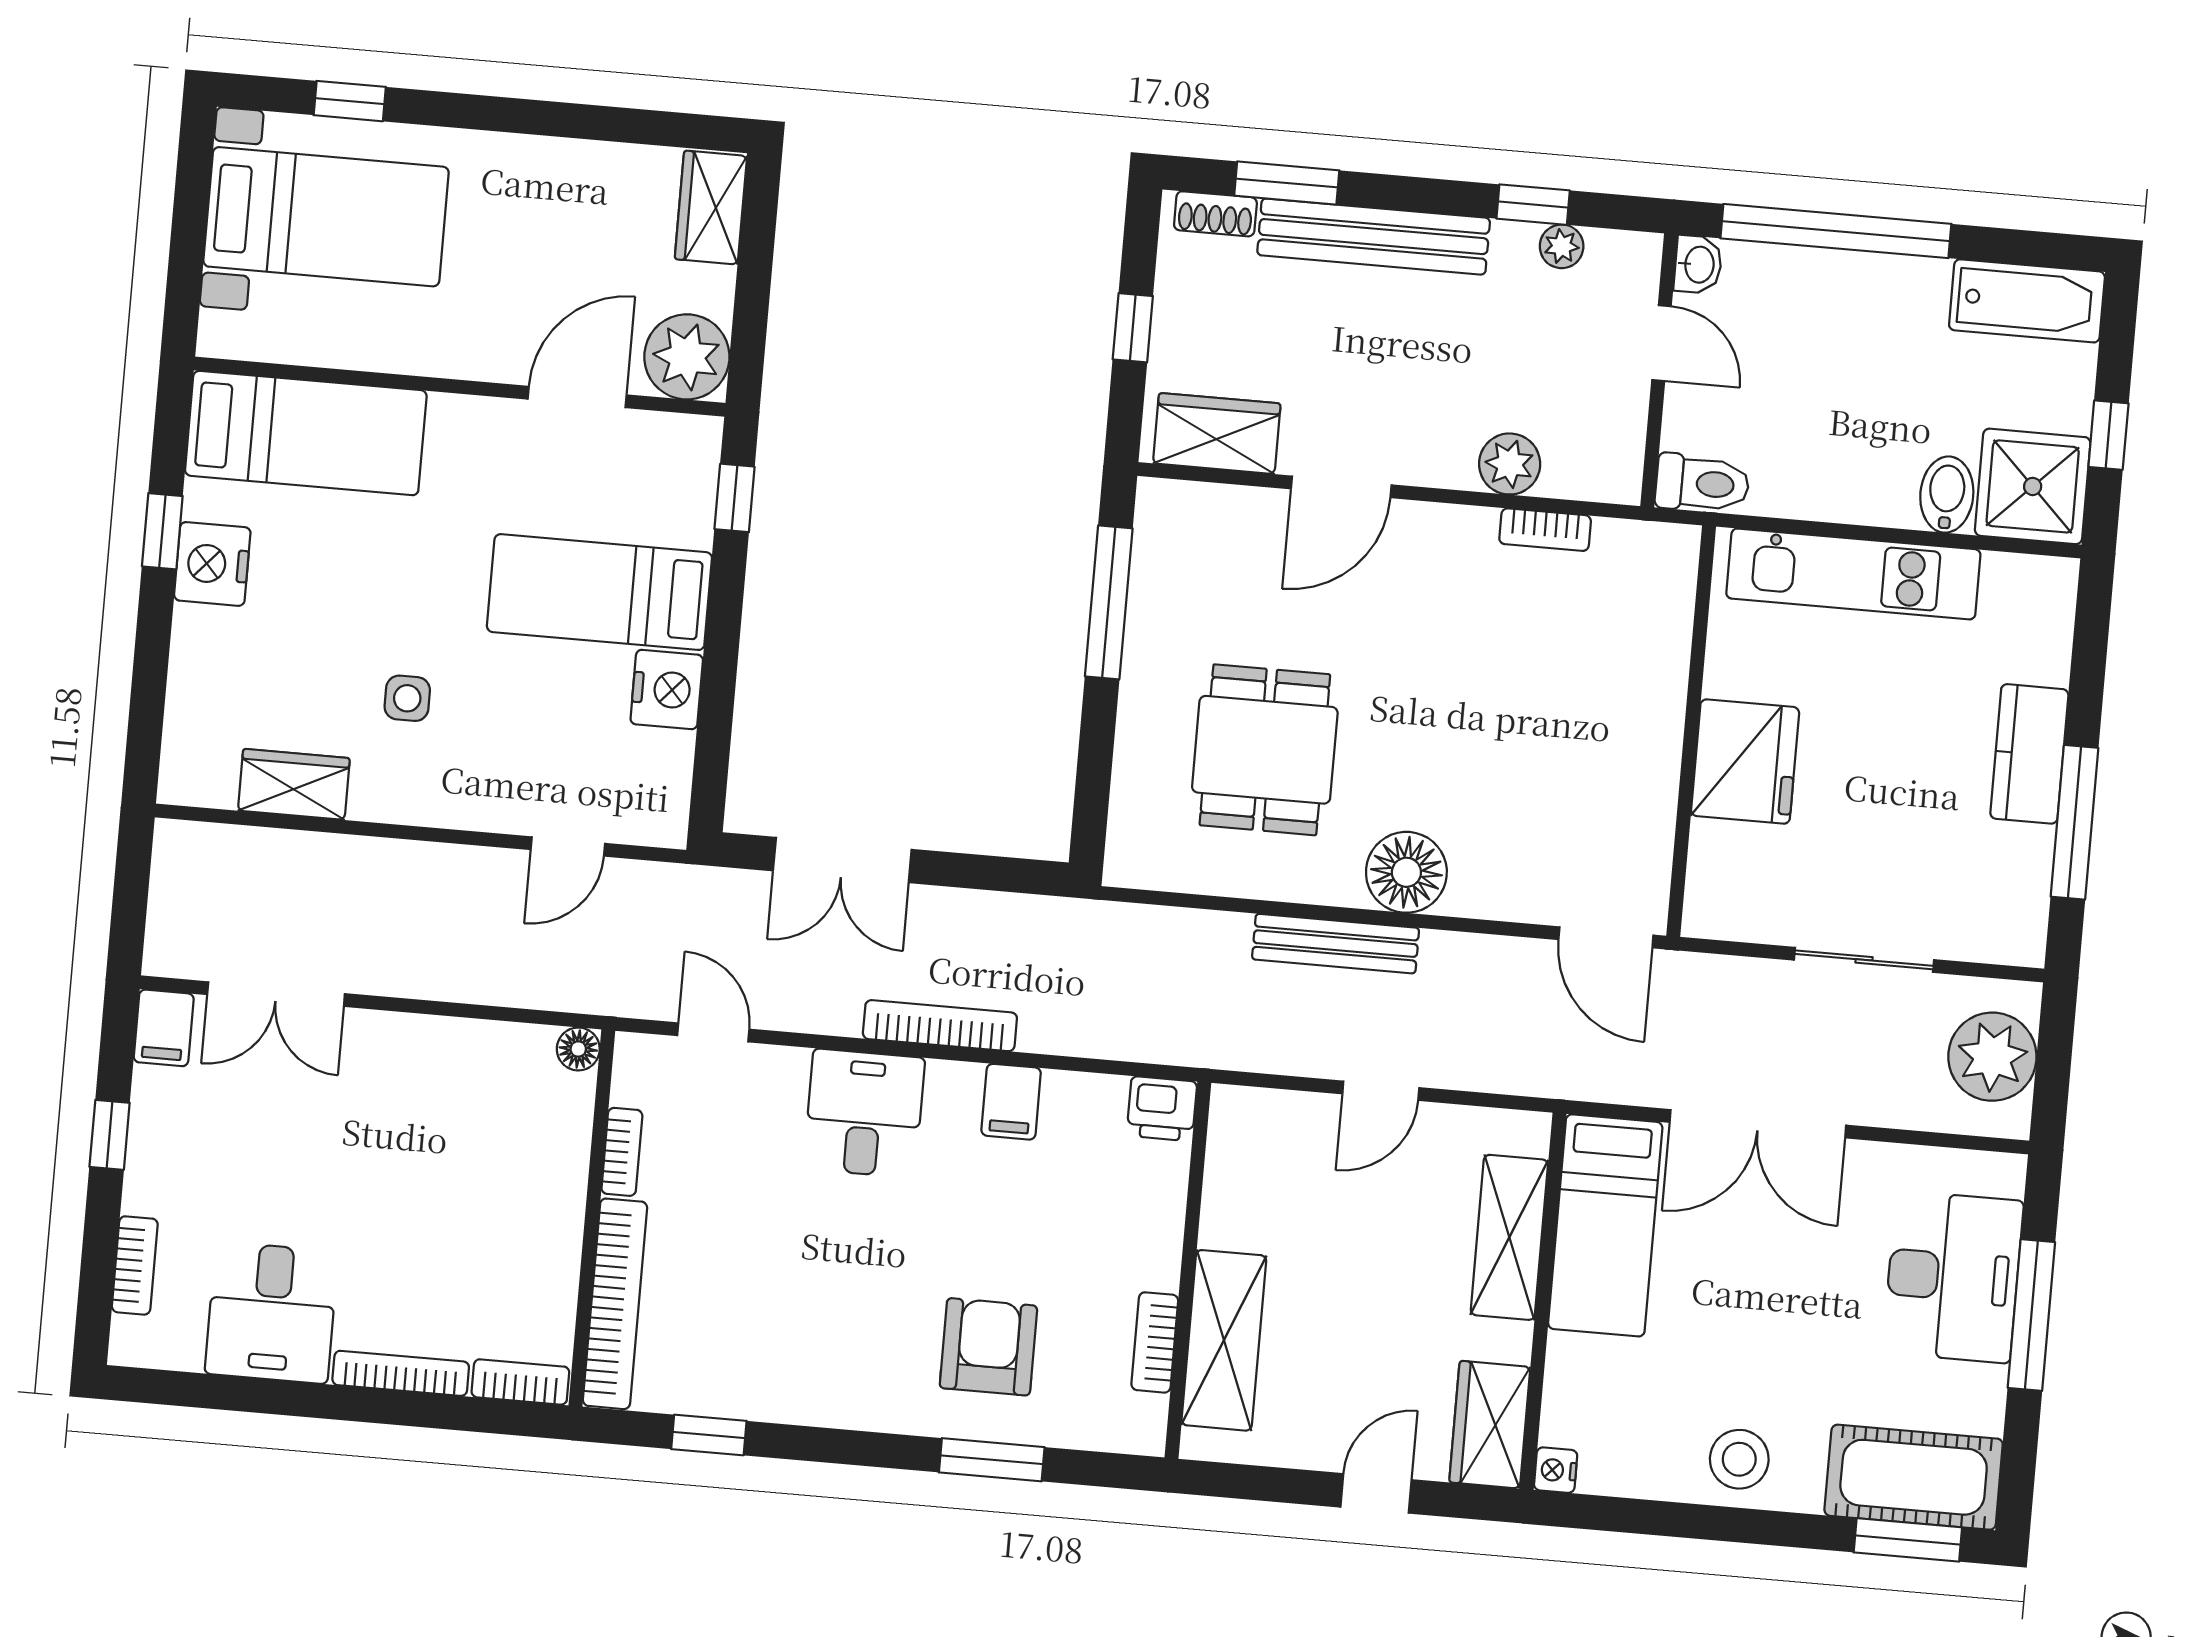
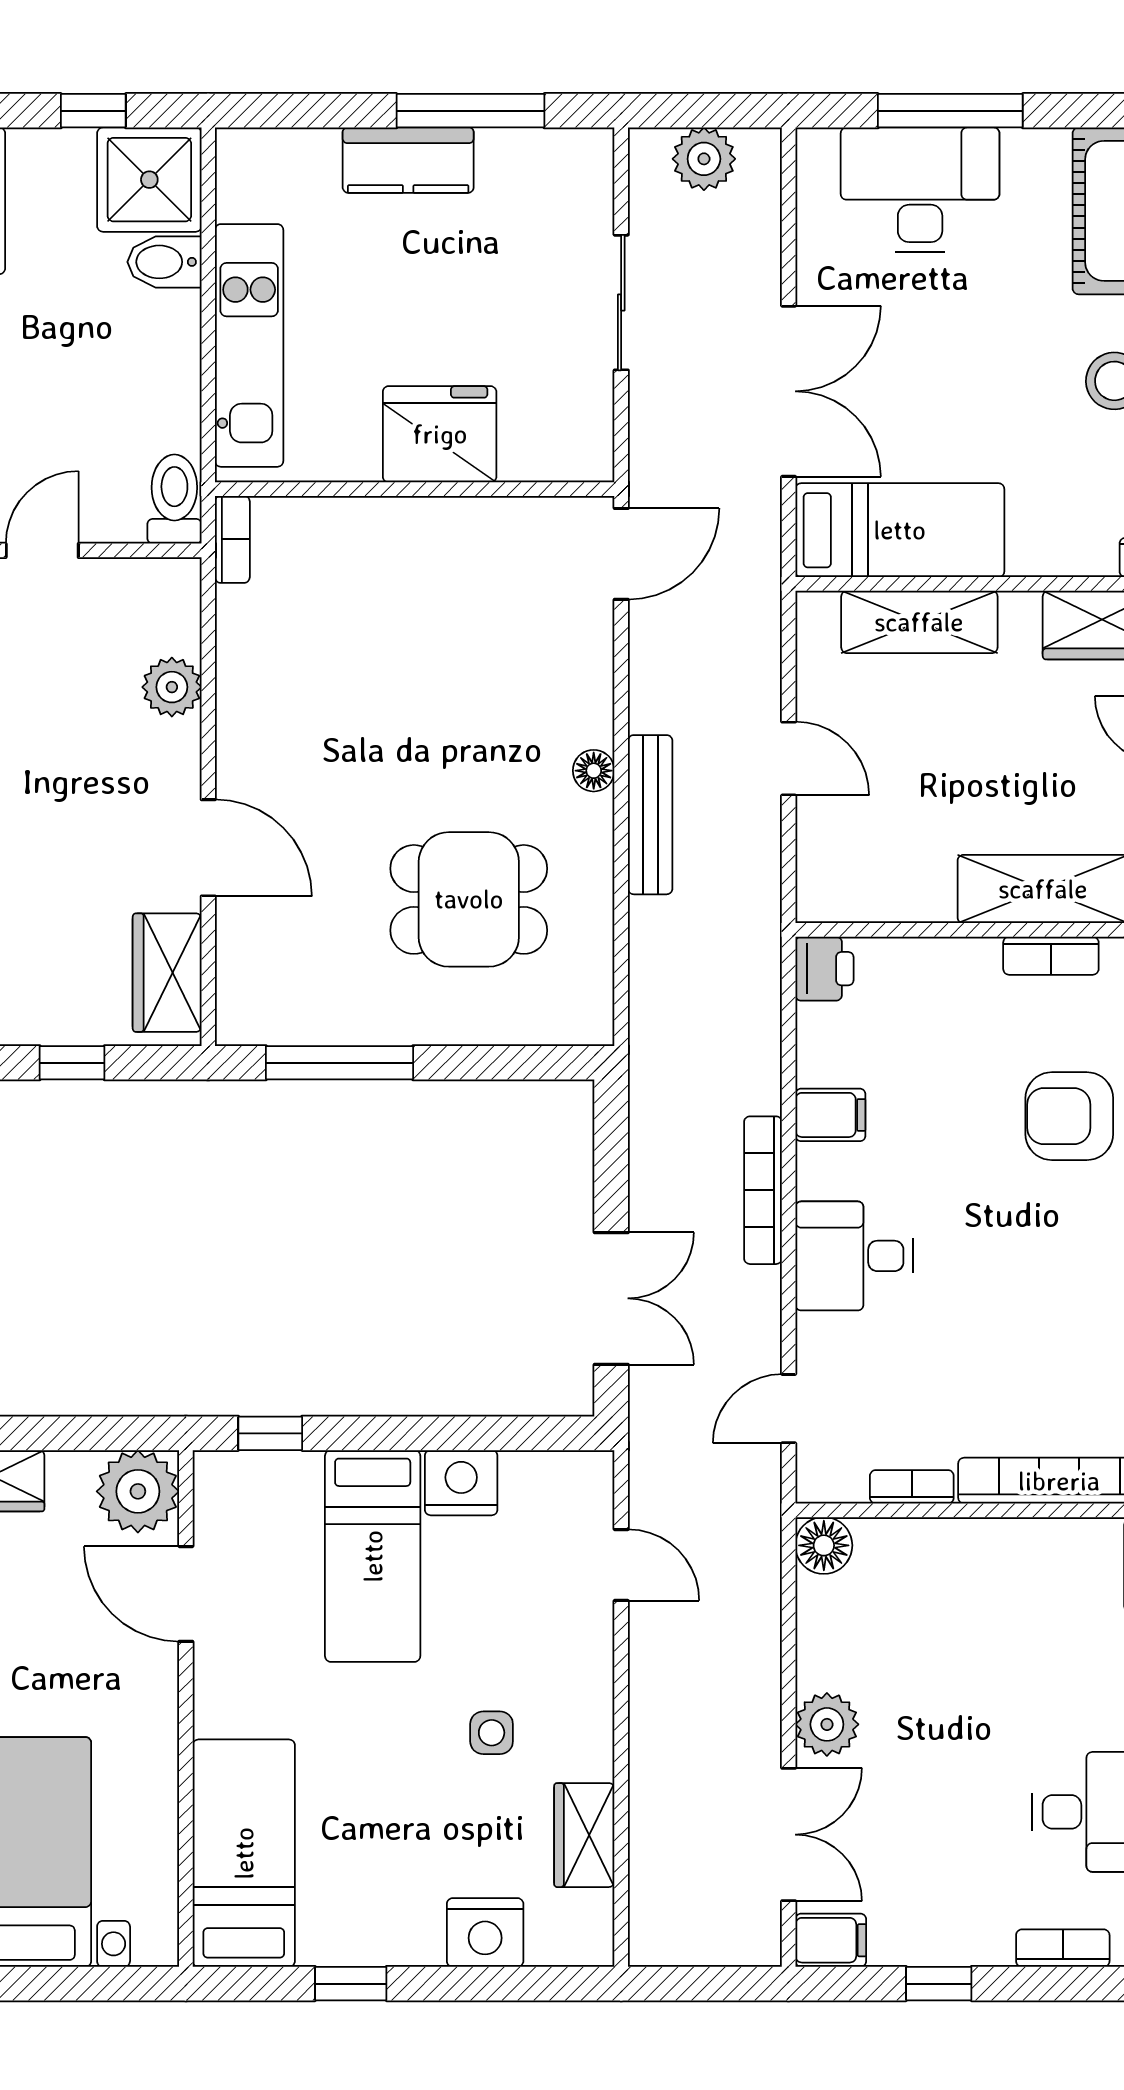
bookcase: (1545, 530) -> (232, 539), moved
nightstand: (212, 564) -> (485, 1932), moved
floor lamp: (1406, 872) -> (594, 771), width x0.53, depth x0.53
plant: (386, 1043) -> (827, 1724), added
floor lamp: (578, 1049) -> (824, 1545), width x1.37, depth x1.37
plant: (1992, 1057) -> (704, 159), width x0.73, depth x0.73

